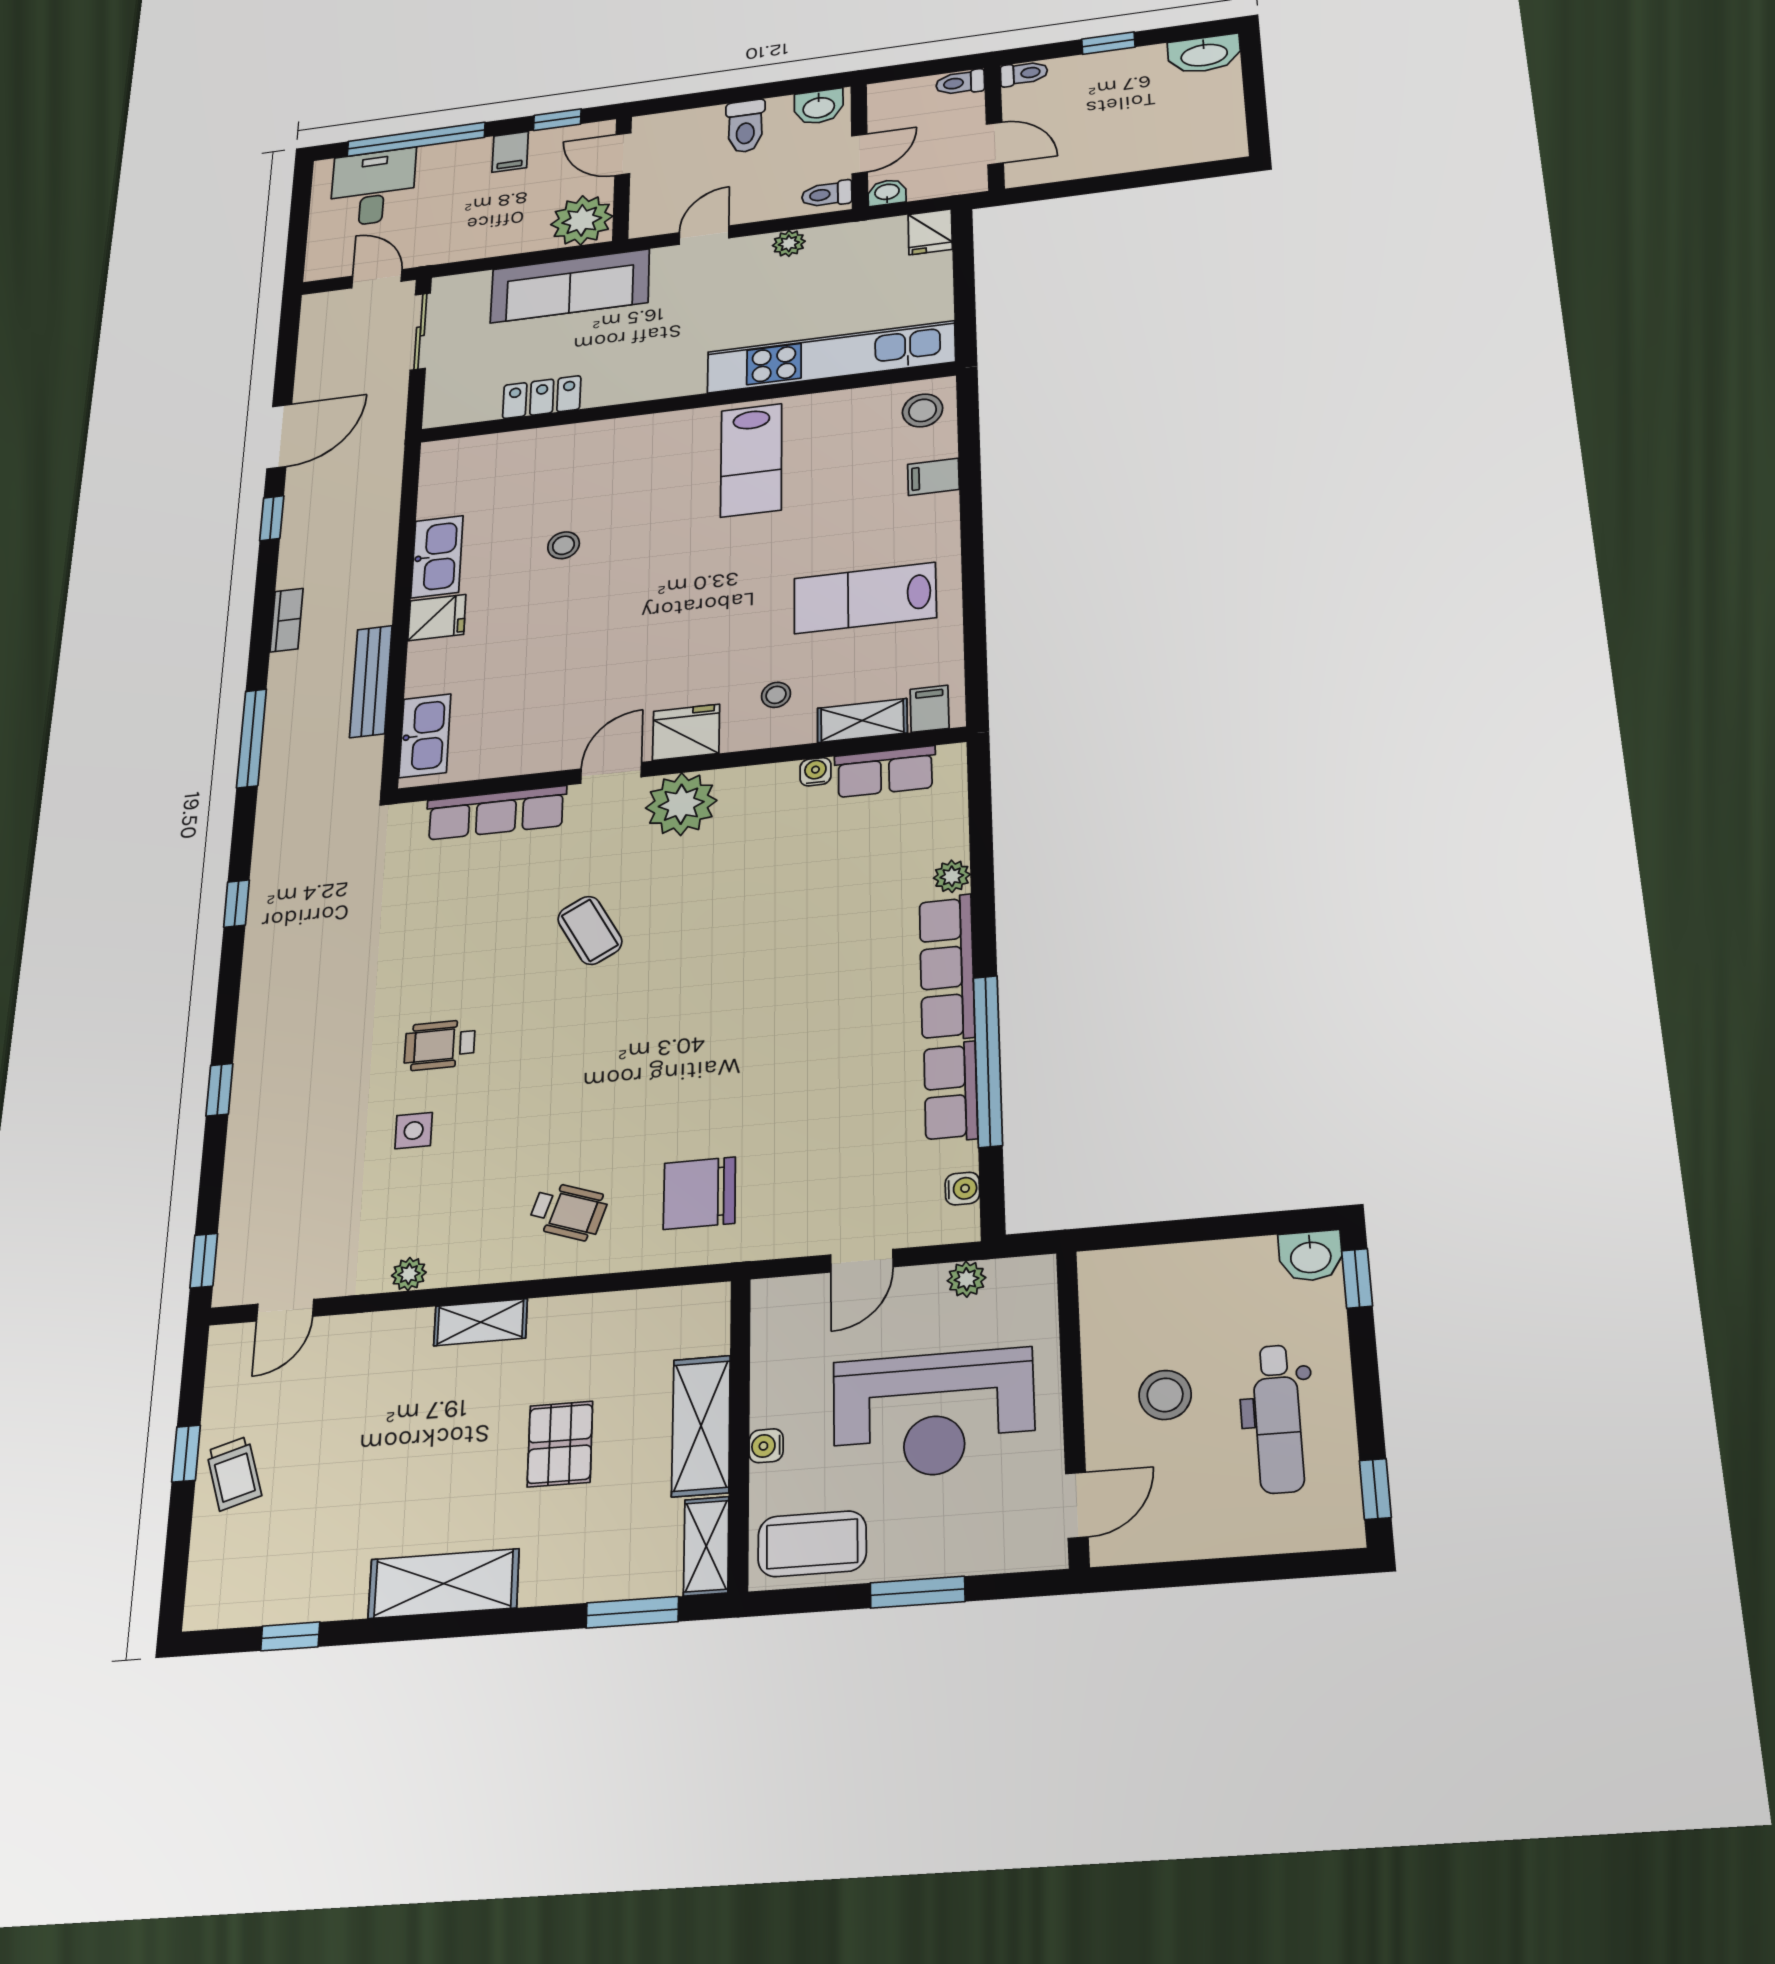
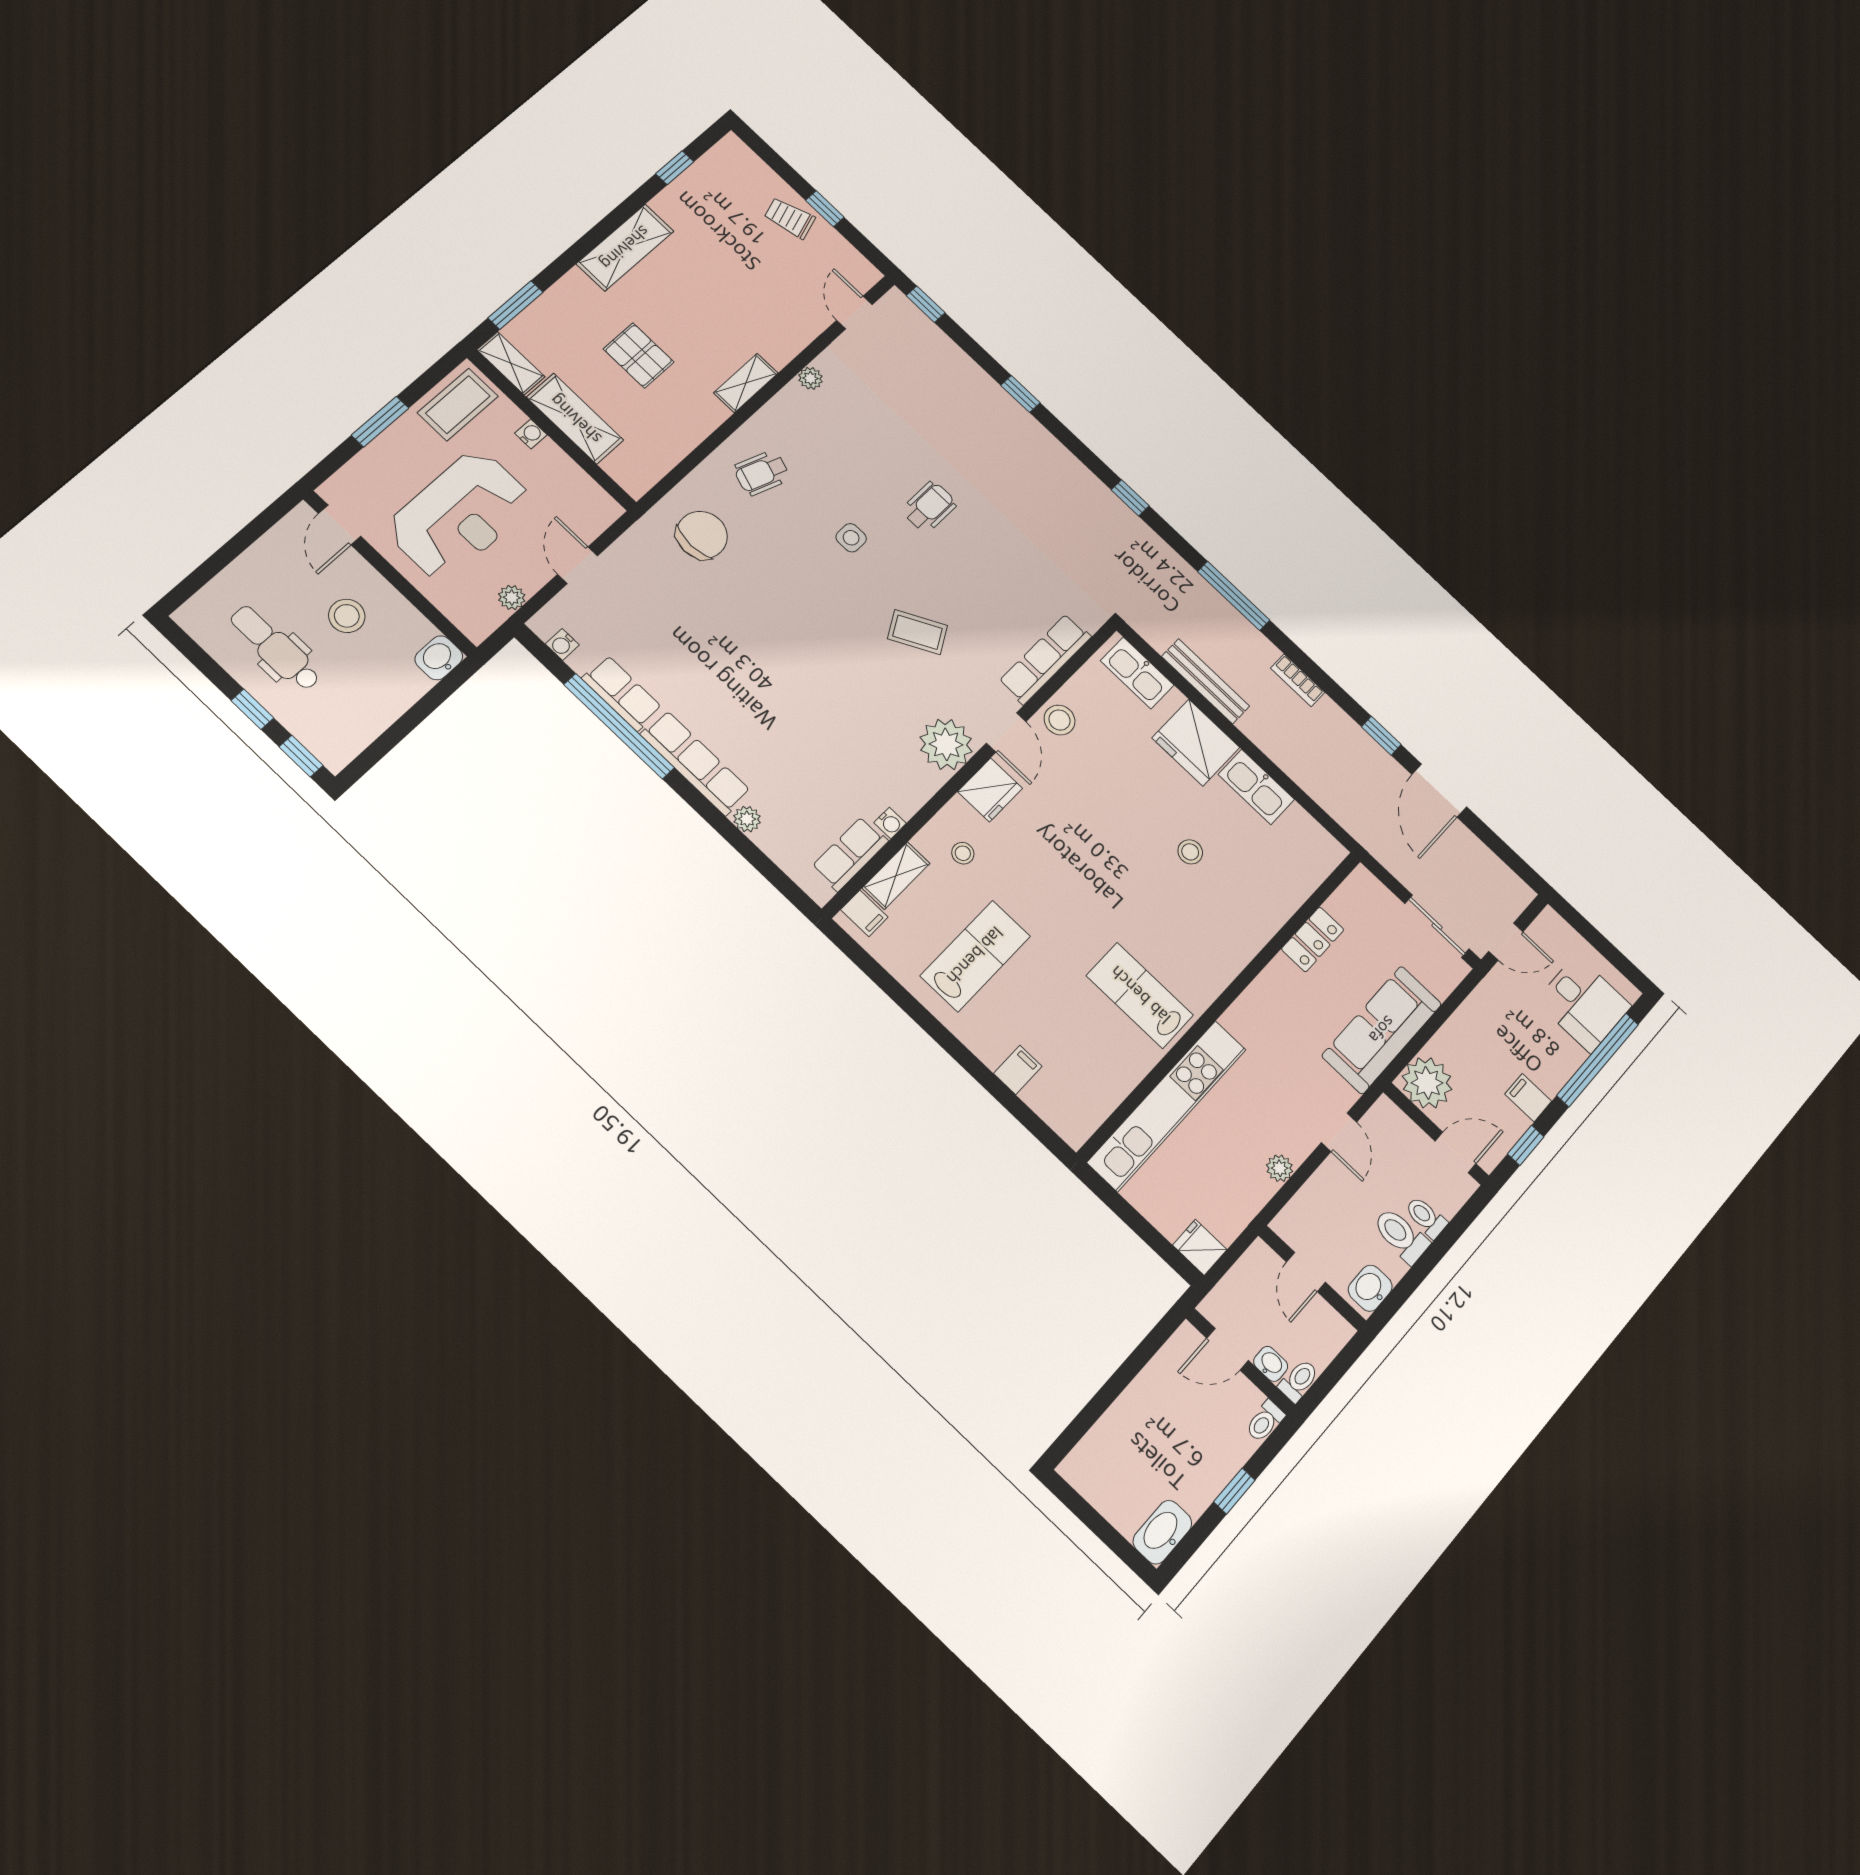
washbasin: (887, 193) -> (1271, 1364), moved, turned -90
toilet: (827, 194) -> (1426, 1217), moved, turned -90
stool: (923, 410) -> (1060, 720), moved
fridge: (437, 618) -> (1196, 743), width x1.88, depth x1.34
side table: (414, 1131) -> (851, 538), moved
washbasin: (1311, 1256) -> (439, 658), moved
reception desk: (934, 1414) -> (460, 515), turned 180
window: (1375, 1489) -> (252, 709), moved

